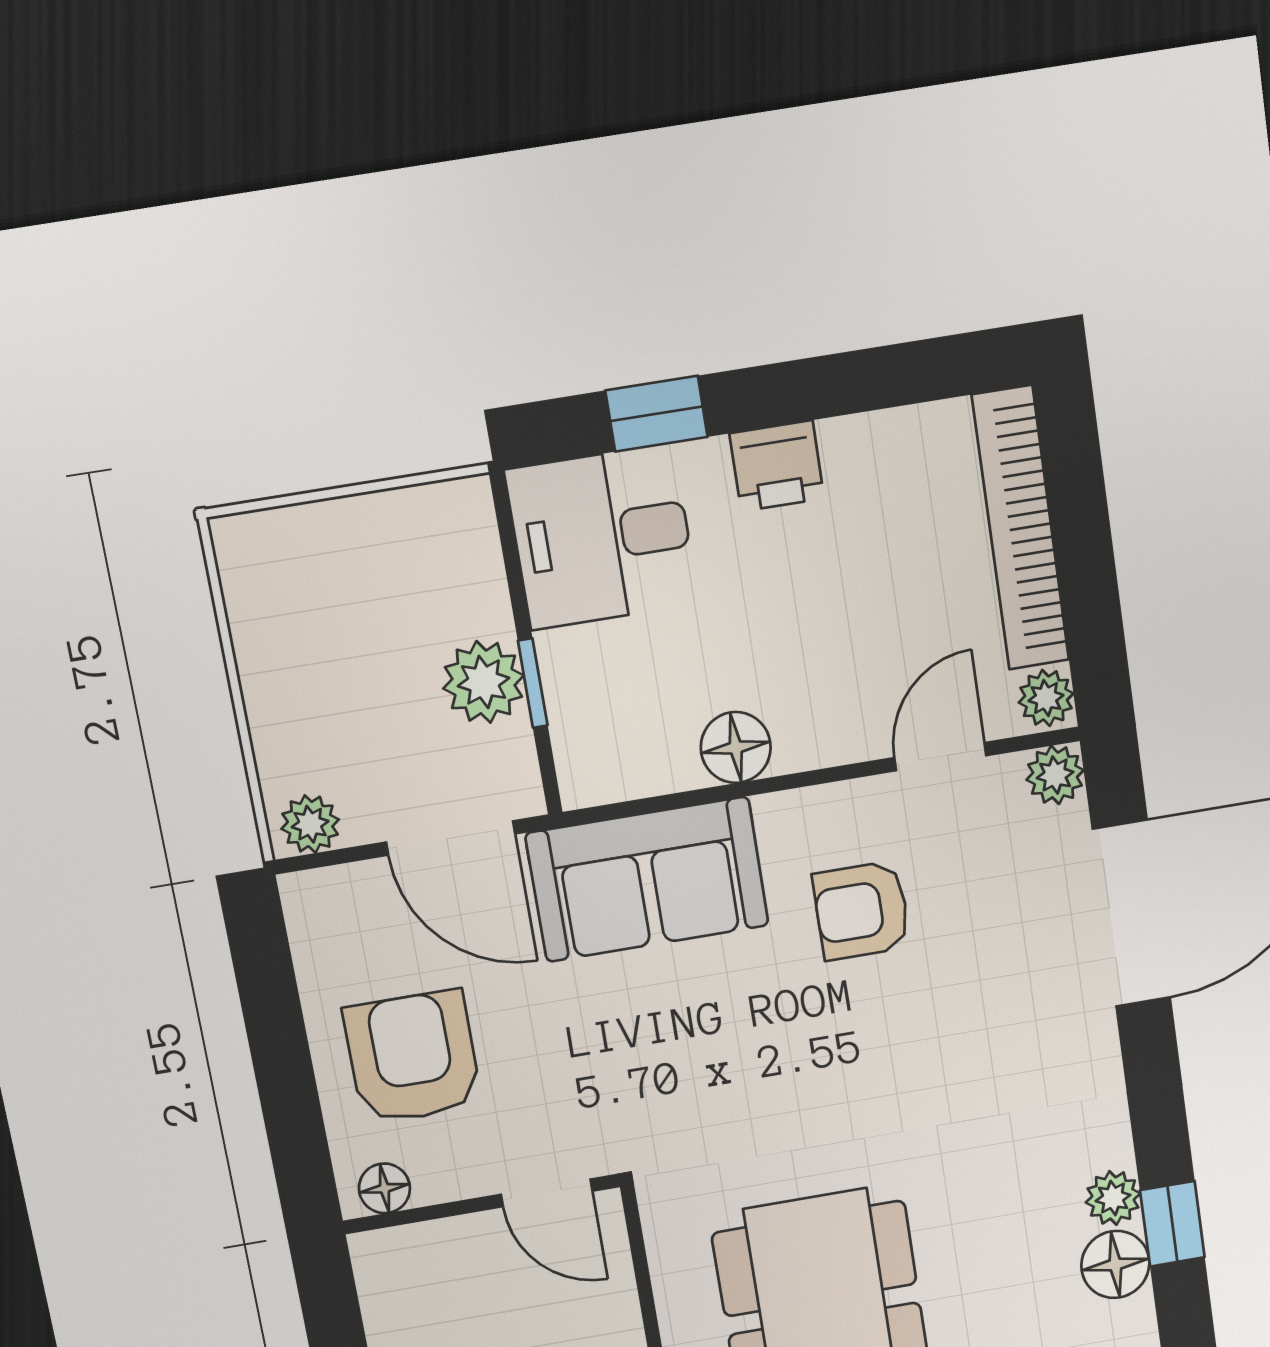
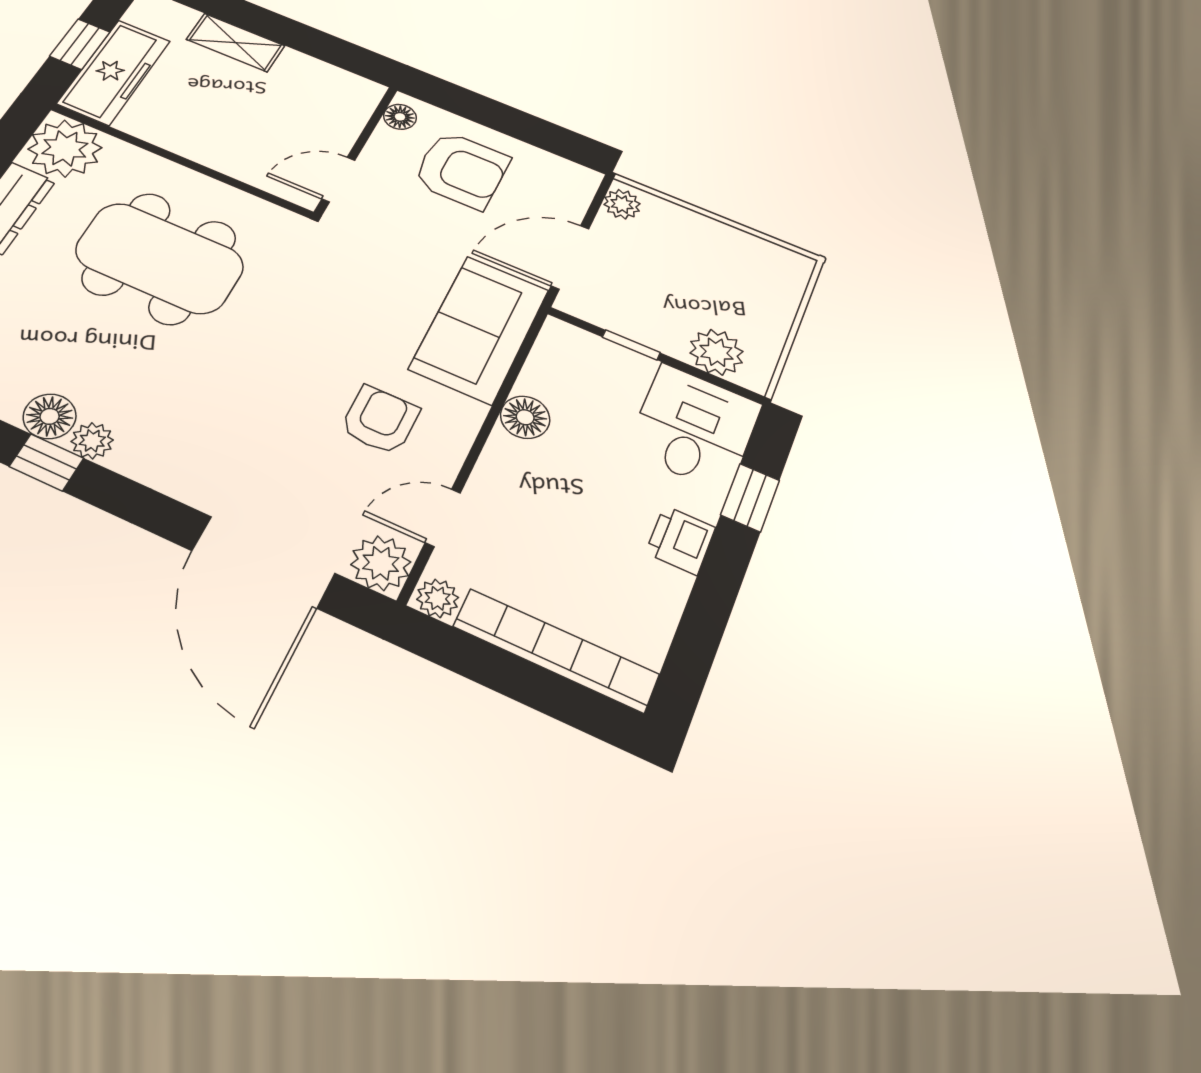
plant: (484, 682) -> (717, 352), moved
door: (940, 757) -> (443, 518), swing flipped
plant: (1055, 775) -> (381, 563), width x1.38, depth x1.38

